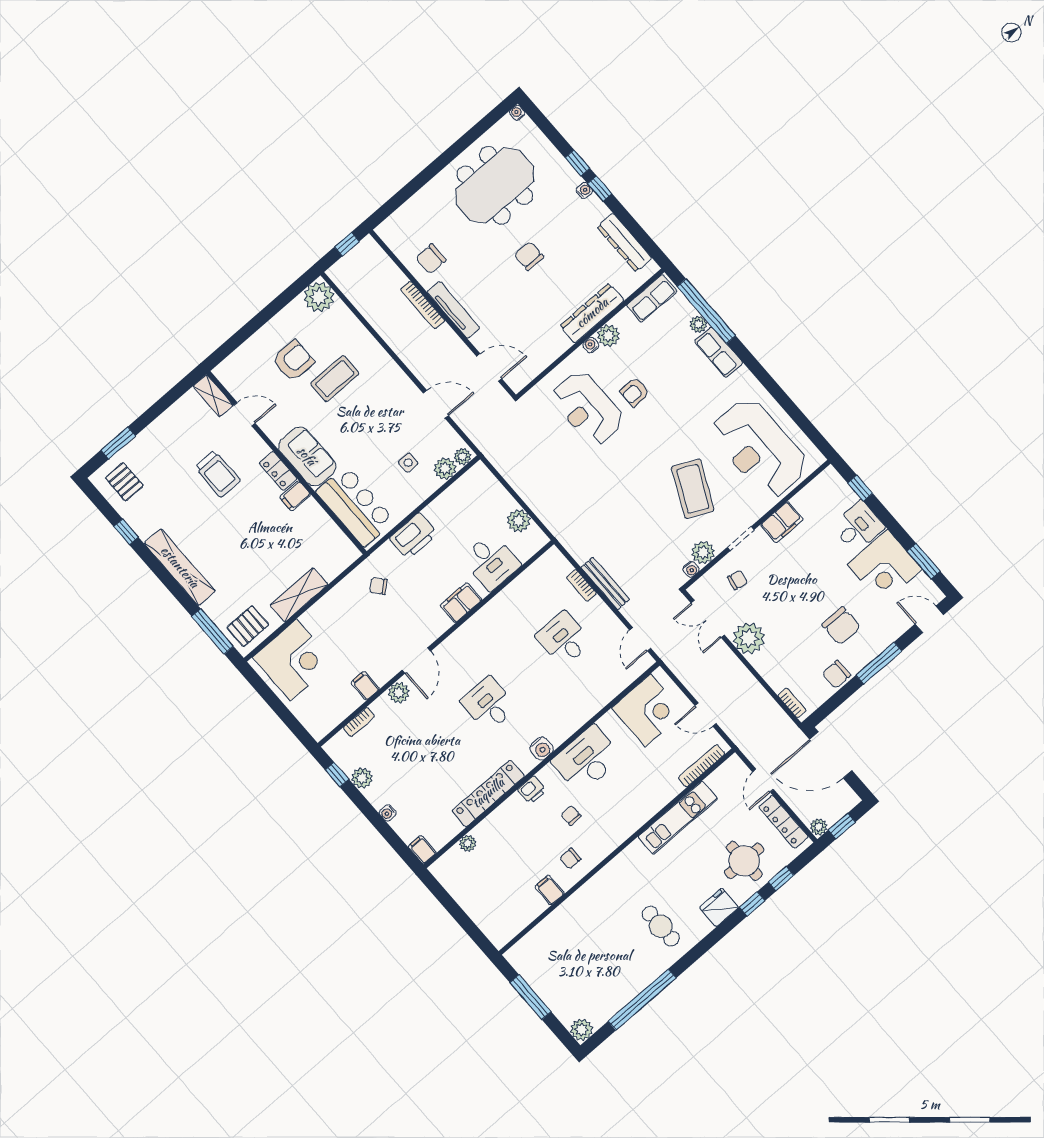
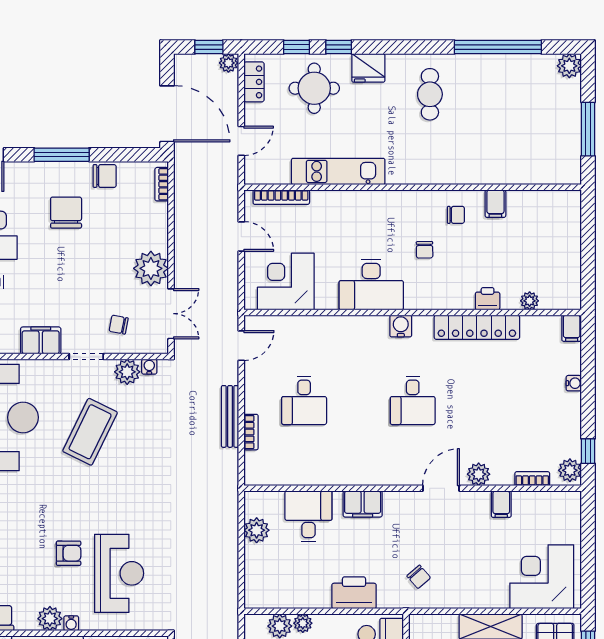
plant: (463, 457) -> (303, 623), moved
plant: (362, 778) -> (570, 470), moved
printer: (532, 790) -> (488, 299), moved
locker: (783, 822) -> (254, 82), width x0.66

